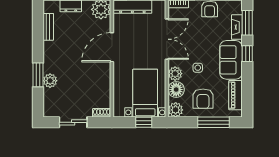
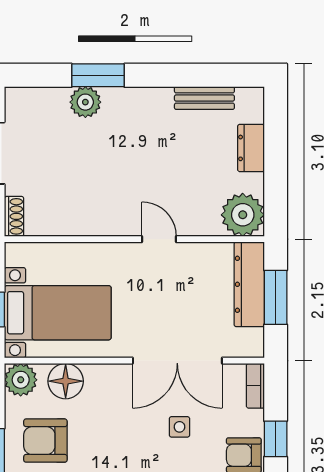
door: (112, 47) -> (159, 239), width x0.53
side table: (198, 68) -> (179, 427), moved
plant: (175, 74) -> (101, 379), removed

